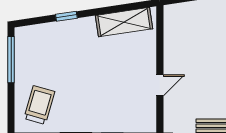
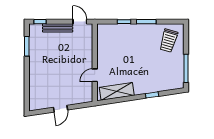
door: (160, 85) -> (95, 75), moved

